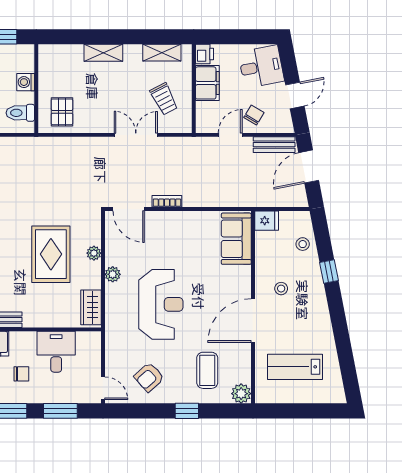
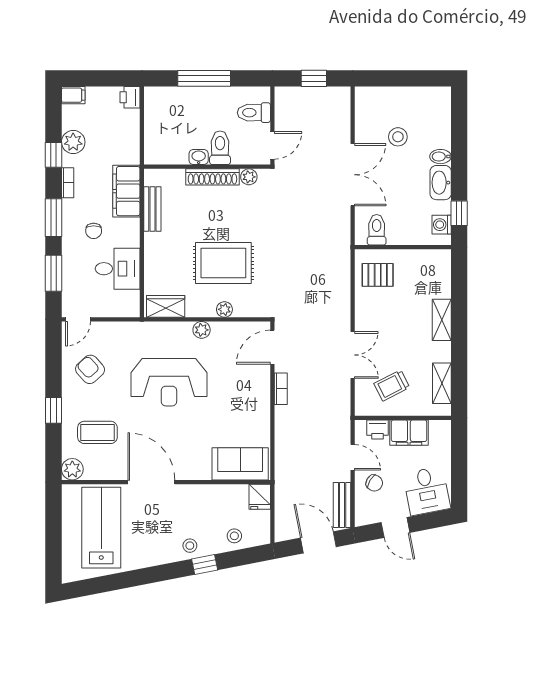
printer: (205, 54) -> (378, 429), moved
washing machine: (26, 82) -> (442, 225), moved, turned -90
stool: (281, 289) -> (190, 546), moved
lab bench: (295, 367) -> (101, 528), width x1.36, depth x1.39

